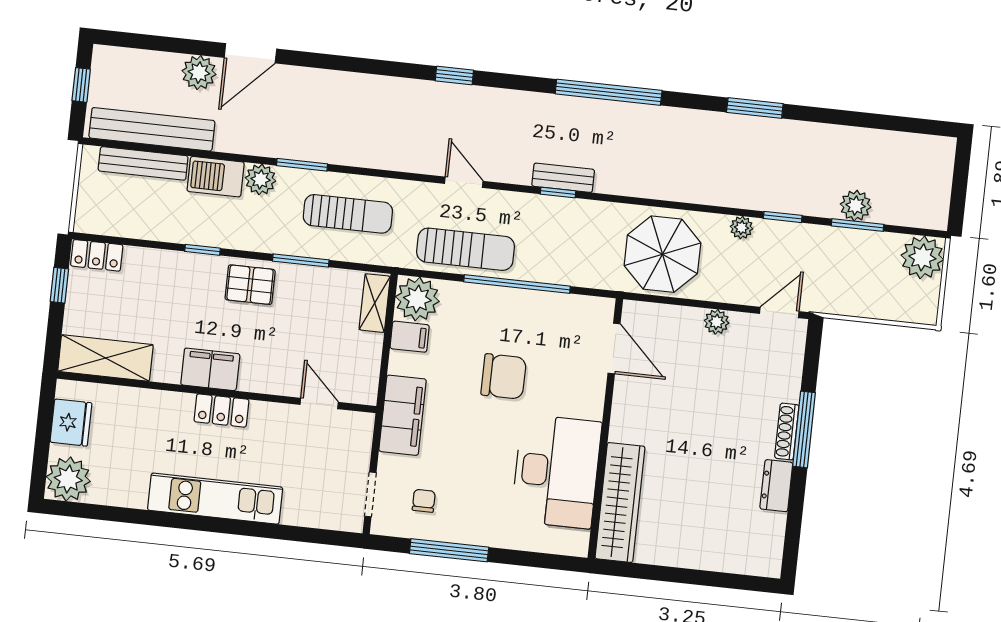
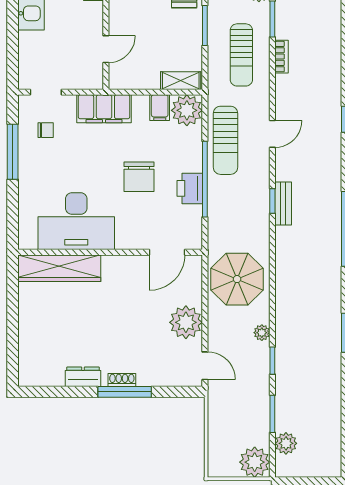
bookcase: (356, 158) -> (282, 57), added
plant: (856, 206) -> (286, 443), moved
printer: (528, 307) -> (190, 188), added
plant: (717, 322) -> (186, 322), width x1.88, depth x1.88
shoe rack: (787, 432) -> (122, 380), width x0.70

